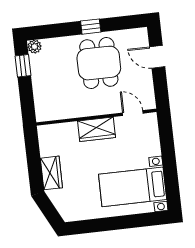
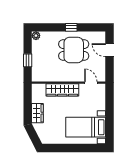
dining table: (99, 63) -> (74, 50), turned 90
window: (23, 66) -> (28, 60), moved
wardrobe: (97, 129) -> (62, 90), width x1.50

